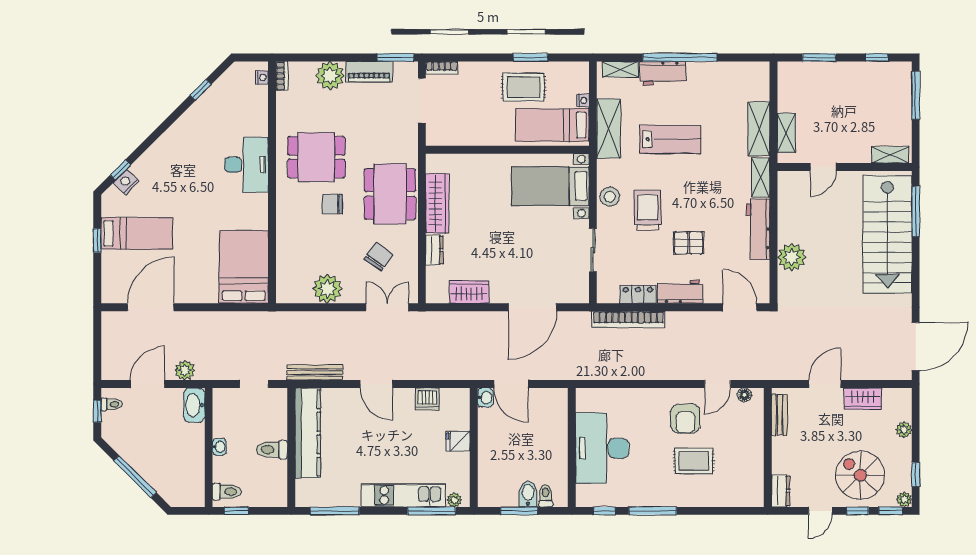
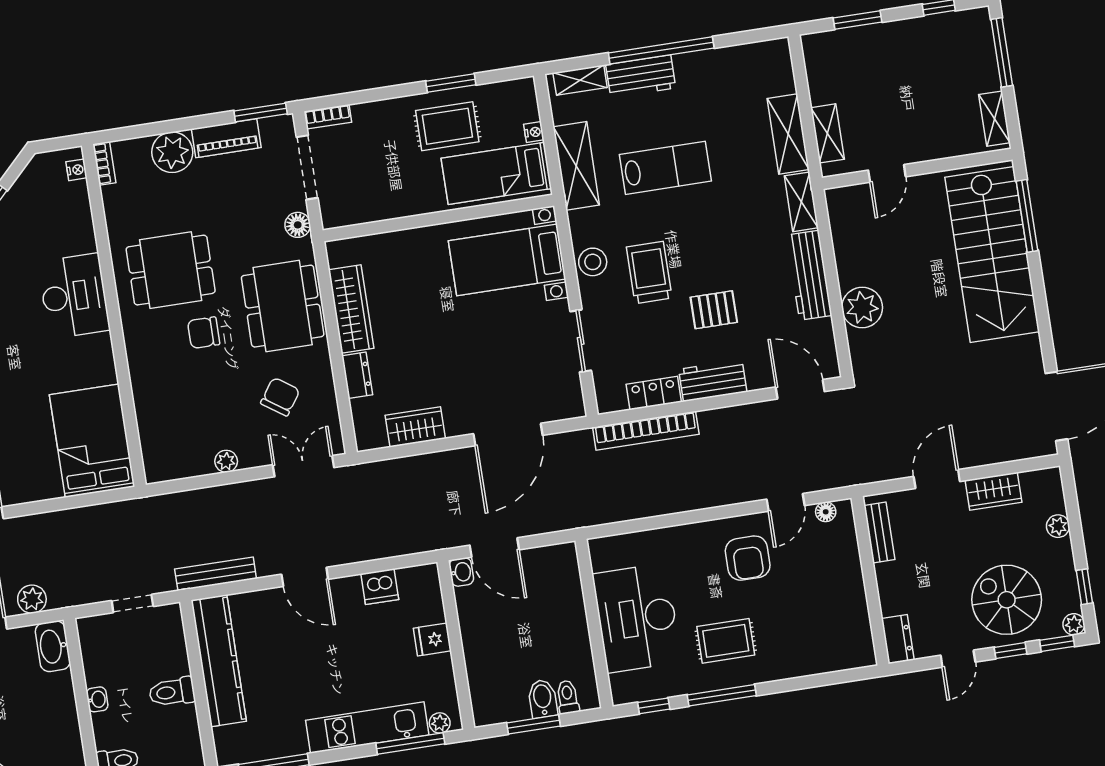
floor lamp: (409, 139) -> (298, 225), added
shelving: (890, 155) -> (994, 119), moved, turned 90
plant: (327, 289) -> (226, 461), width x0.53, depth x0.53
rug: (694, 461) -> (726, 641), moved

